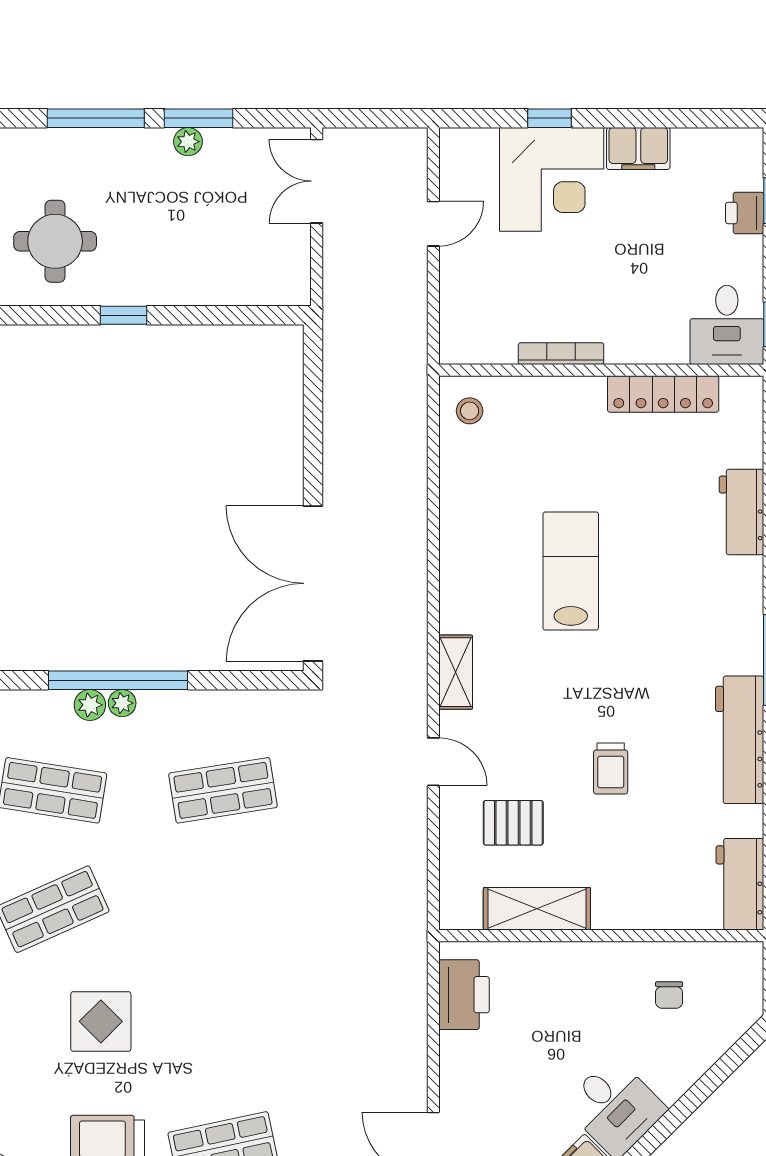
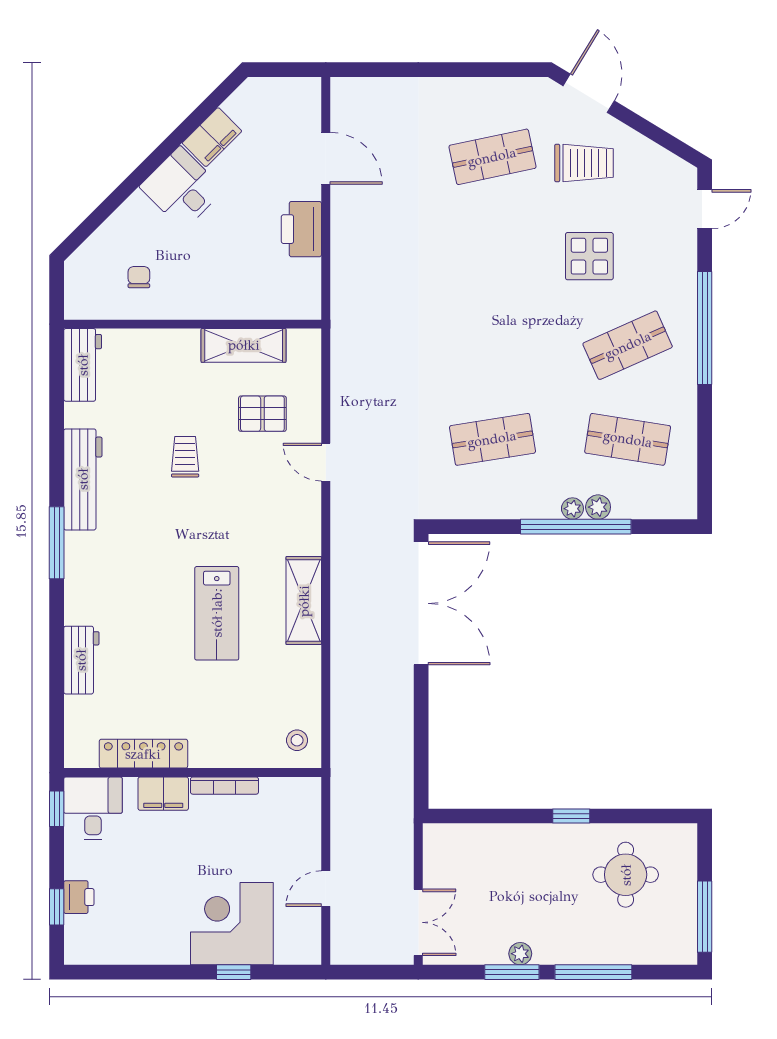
filing cabinet: (638, 148) -> (163, 794), moved, turned 180
shelving: (456, 672) -> (304, 601), moved, width x1.50, depth x1.33
printer: (464, 995) -> (301, 229), moved

